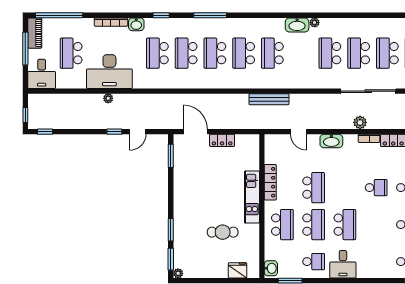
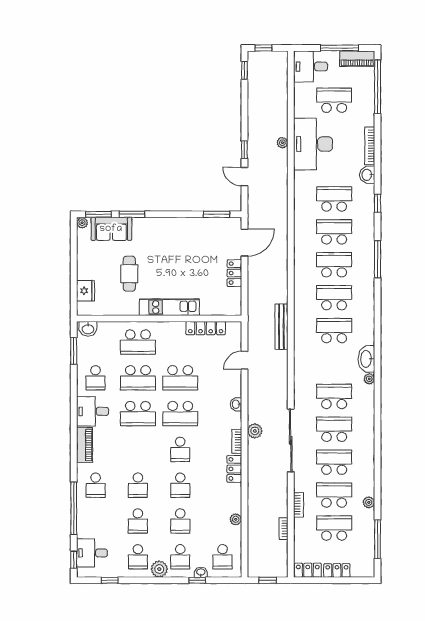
washbasin: (331, 141) -> (236, 404), width x0.52, depth x0.69
locker: (270, 182) -> (206, 328), moved
school desk: (345, 188) -> (180, 414), added
sofa: (183, 248) -> (111, 229), added
piano: (372, 271) -> (84, 445), added

